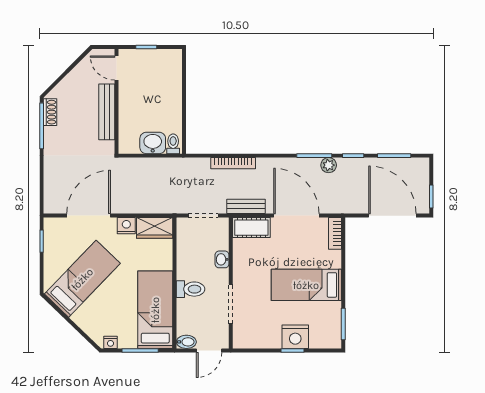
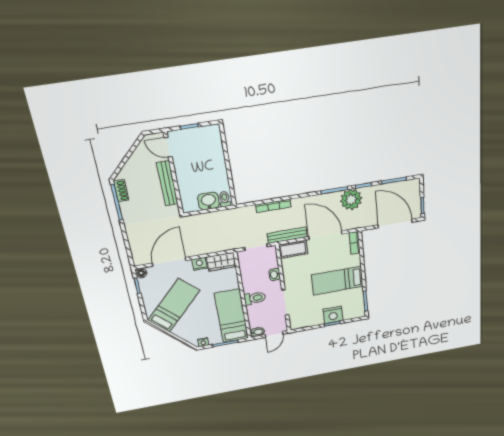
plant: (329, 165) -> (351, 200), width x1.87, depth x1.87
bench: (246, 206) -> (287, 235), width x1.36
floor lamp: (50, 224) -> (141, 273), added

